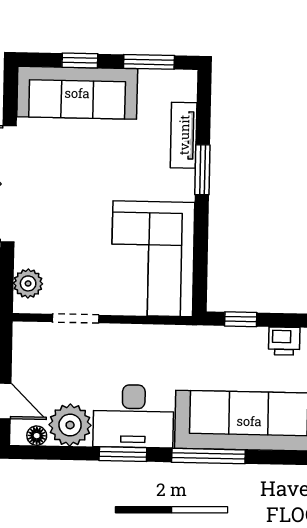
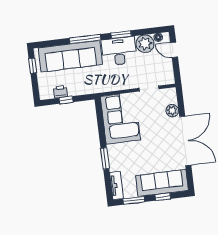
tv unit: (184, 135) -> (117, 185), moved
plant: (28, 283) -> (172, 111), moved
window: (241, 319) -> (66, 100), moved

